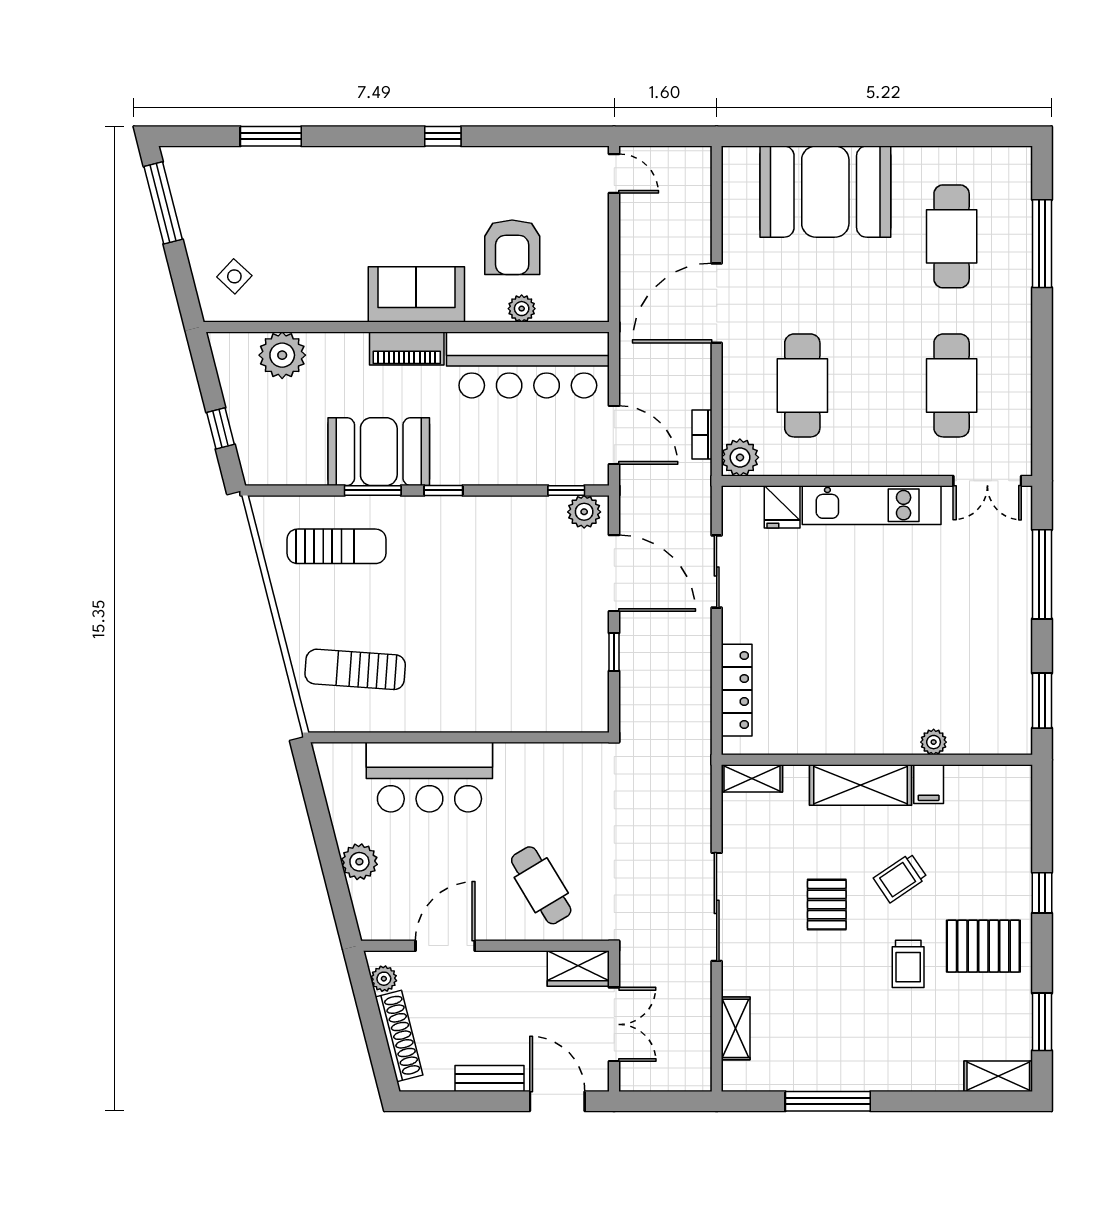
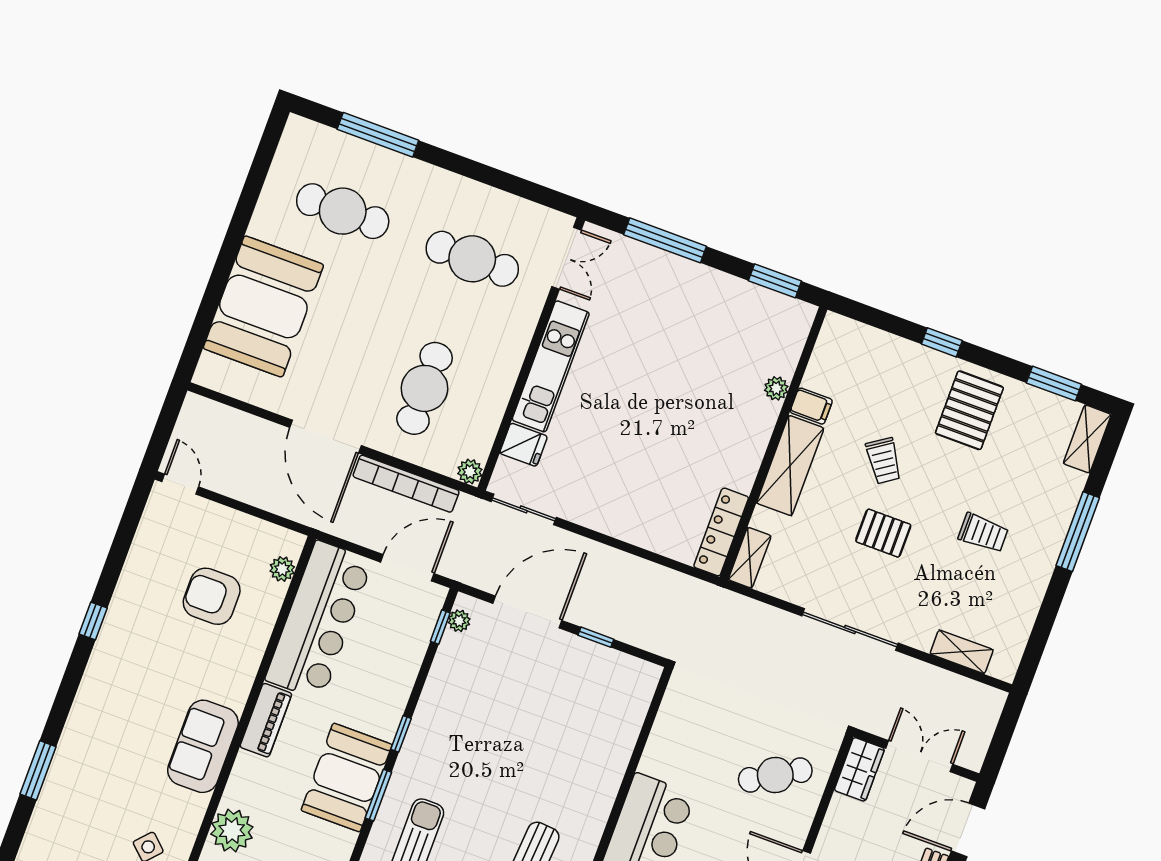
door: (614, 174) -> (180, 484), hinge flipped
armchair: (512, 247) -> (212, 596), turned 180
sofa: (416, 294) -> (203, 746), moved
plant: (522, 309) -> (282, 569), moved
cafe table: (802, 385) -> (425, 388), turned 90
bookcase: (702, 435) -> (406, 484), width x2.31, depth x1.31
plant: (740, 457) -> (470, 472), width x0.73, depth x0.73
plant: (584, 512) -> (459, 621), width x0.73, depth x0.73
sliding door: (717, 572) -> (524, 509), moved
locker: (737, 690) -> (721, 532), moved, turned -90
trolley: (908, 964) -> (983, 533), moved
window: (828, 1101) -> (1078, 532), moved

